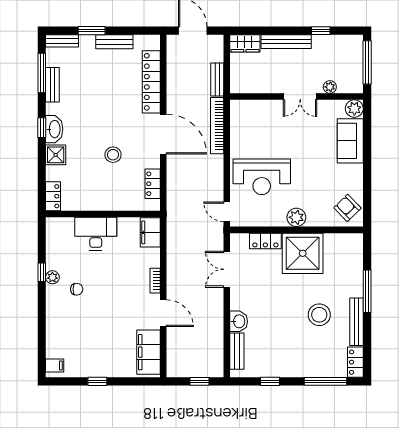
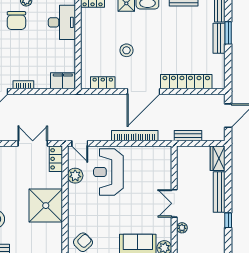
bench: (114, 42) -> (219, 38), moved
bookcase: (217, 126) -> (135, 136), moved
door: (227, 212) -> (80, 143), swing flipped
plant: (296, 217) -> (75, 176), moved
desk: (96, 234) -> (62, 22), moved
locker: (265, 241) -> (56, 159), moved
chair: (77, 289) -> (16, 21), width x1.87, depth x1.87

